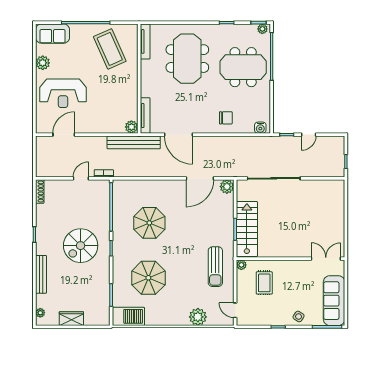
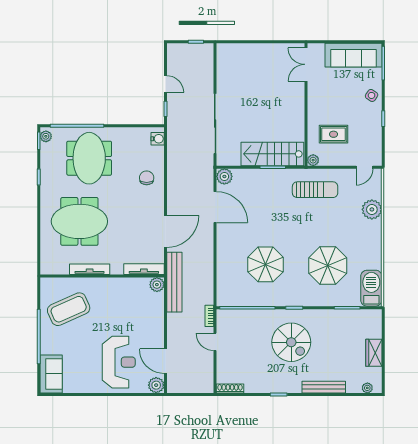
tv unit: (145, 41) -> (90, 269), moved
plant: (43, 63) -> (156, 385), moved

